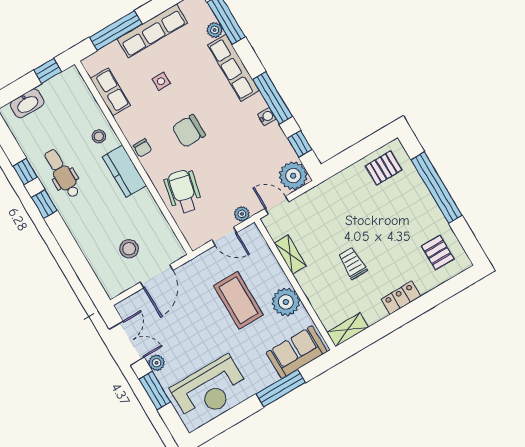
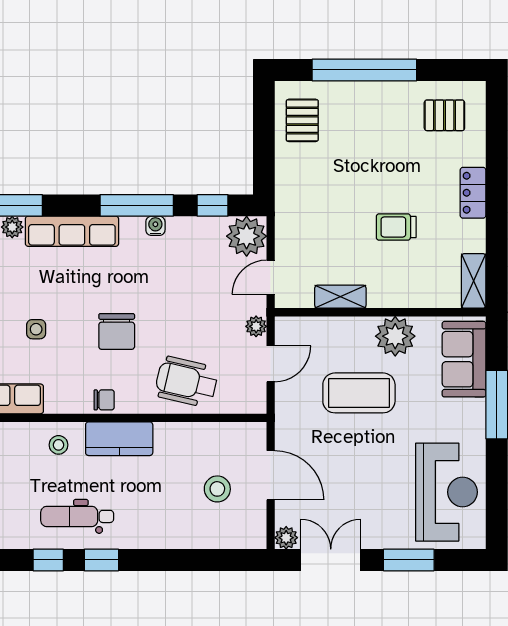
plant: (157, 363) -> (286, 538), moved

